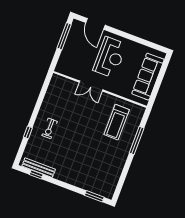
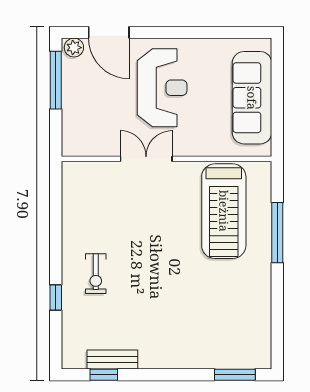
plant: (78, 25) -> (74, 48), added
double door: (91, 86) -> (146, 159), swing flipped
treadmill: (117, 122) -> (224, 211), width x1.37, depth x1.38
bench: (39, 168) -> (112, 360), width x0.73

